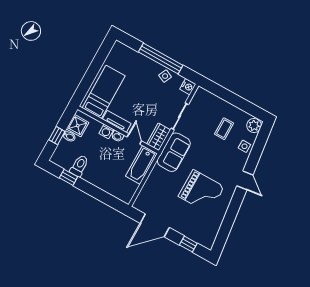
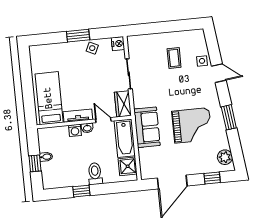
window: (161, 59) -> (78, 36), width x0.47
plant: (254, 125) -> (225, 157), moved
shower: (78, 126) -> (128, 166), moved
sofa: (174, 152) -> (147, 127), moved
toilet: (79, 166) -> (95, 174), moved
window: (69, 177) -> (81, 191), moved
door: (245, 180) -> (219, 73), moved
window: (235, 205) -> (229, 117), added

